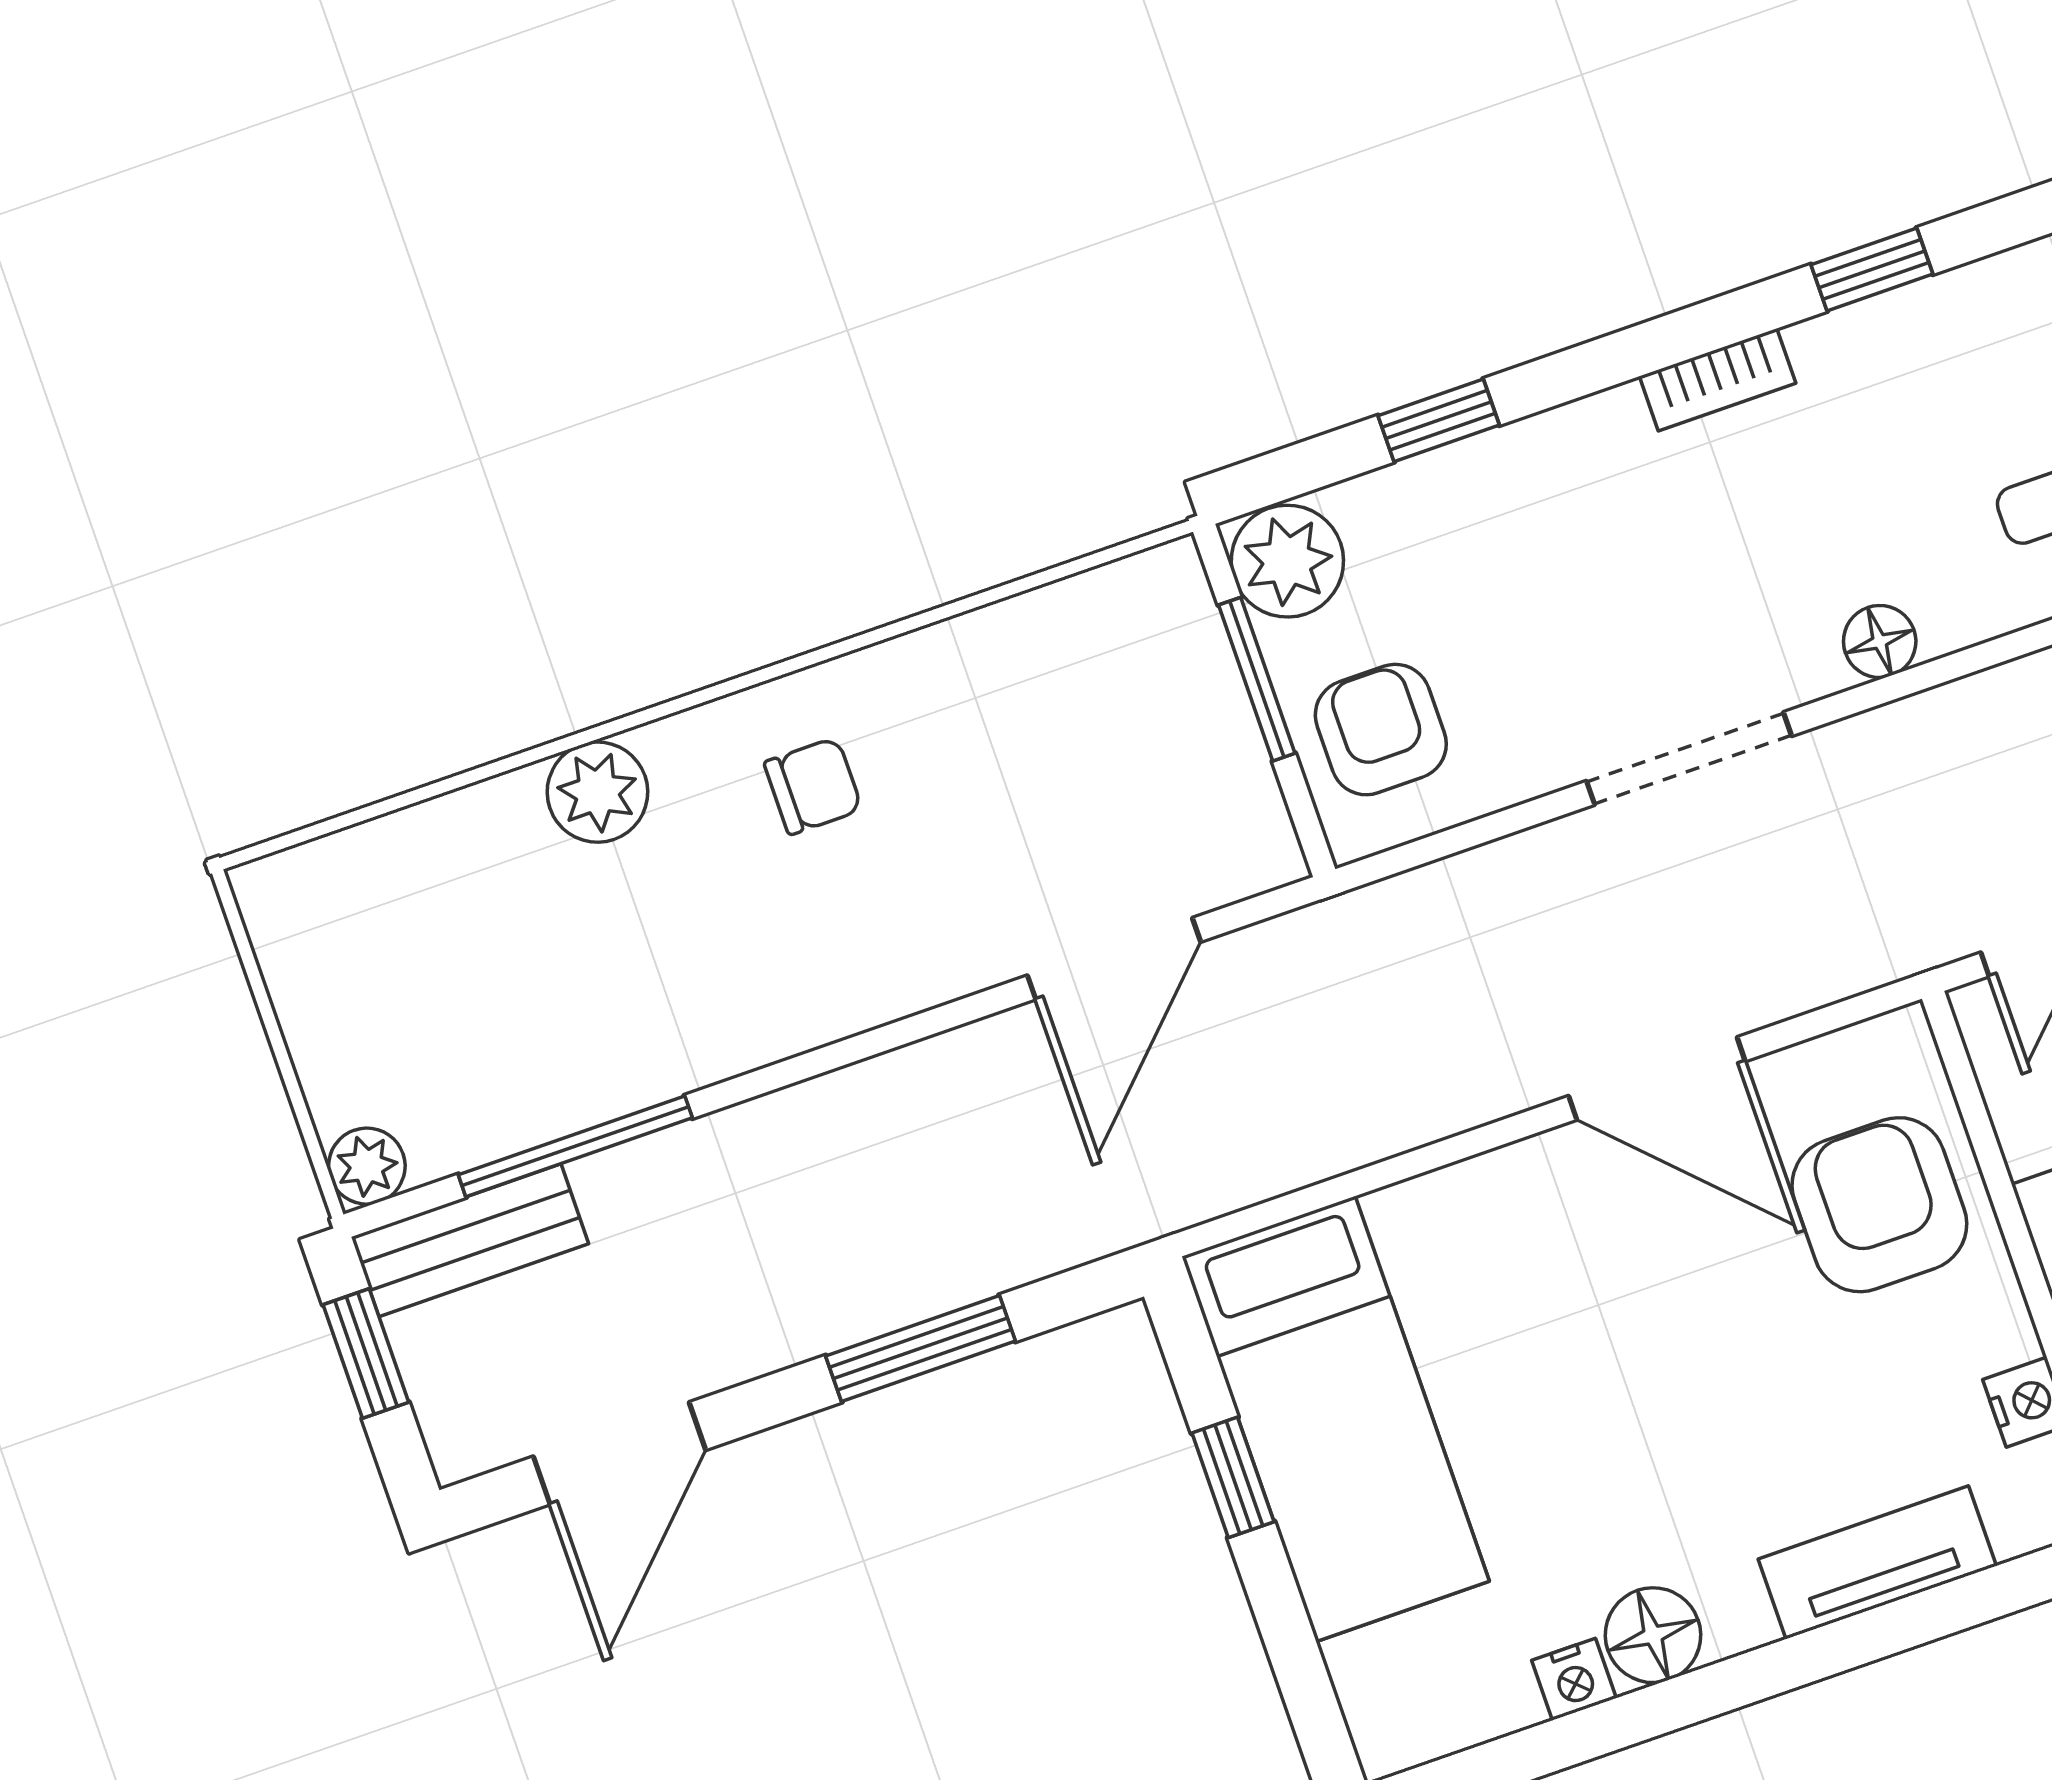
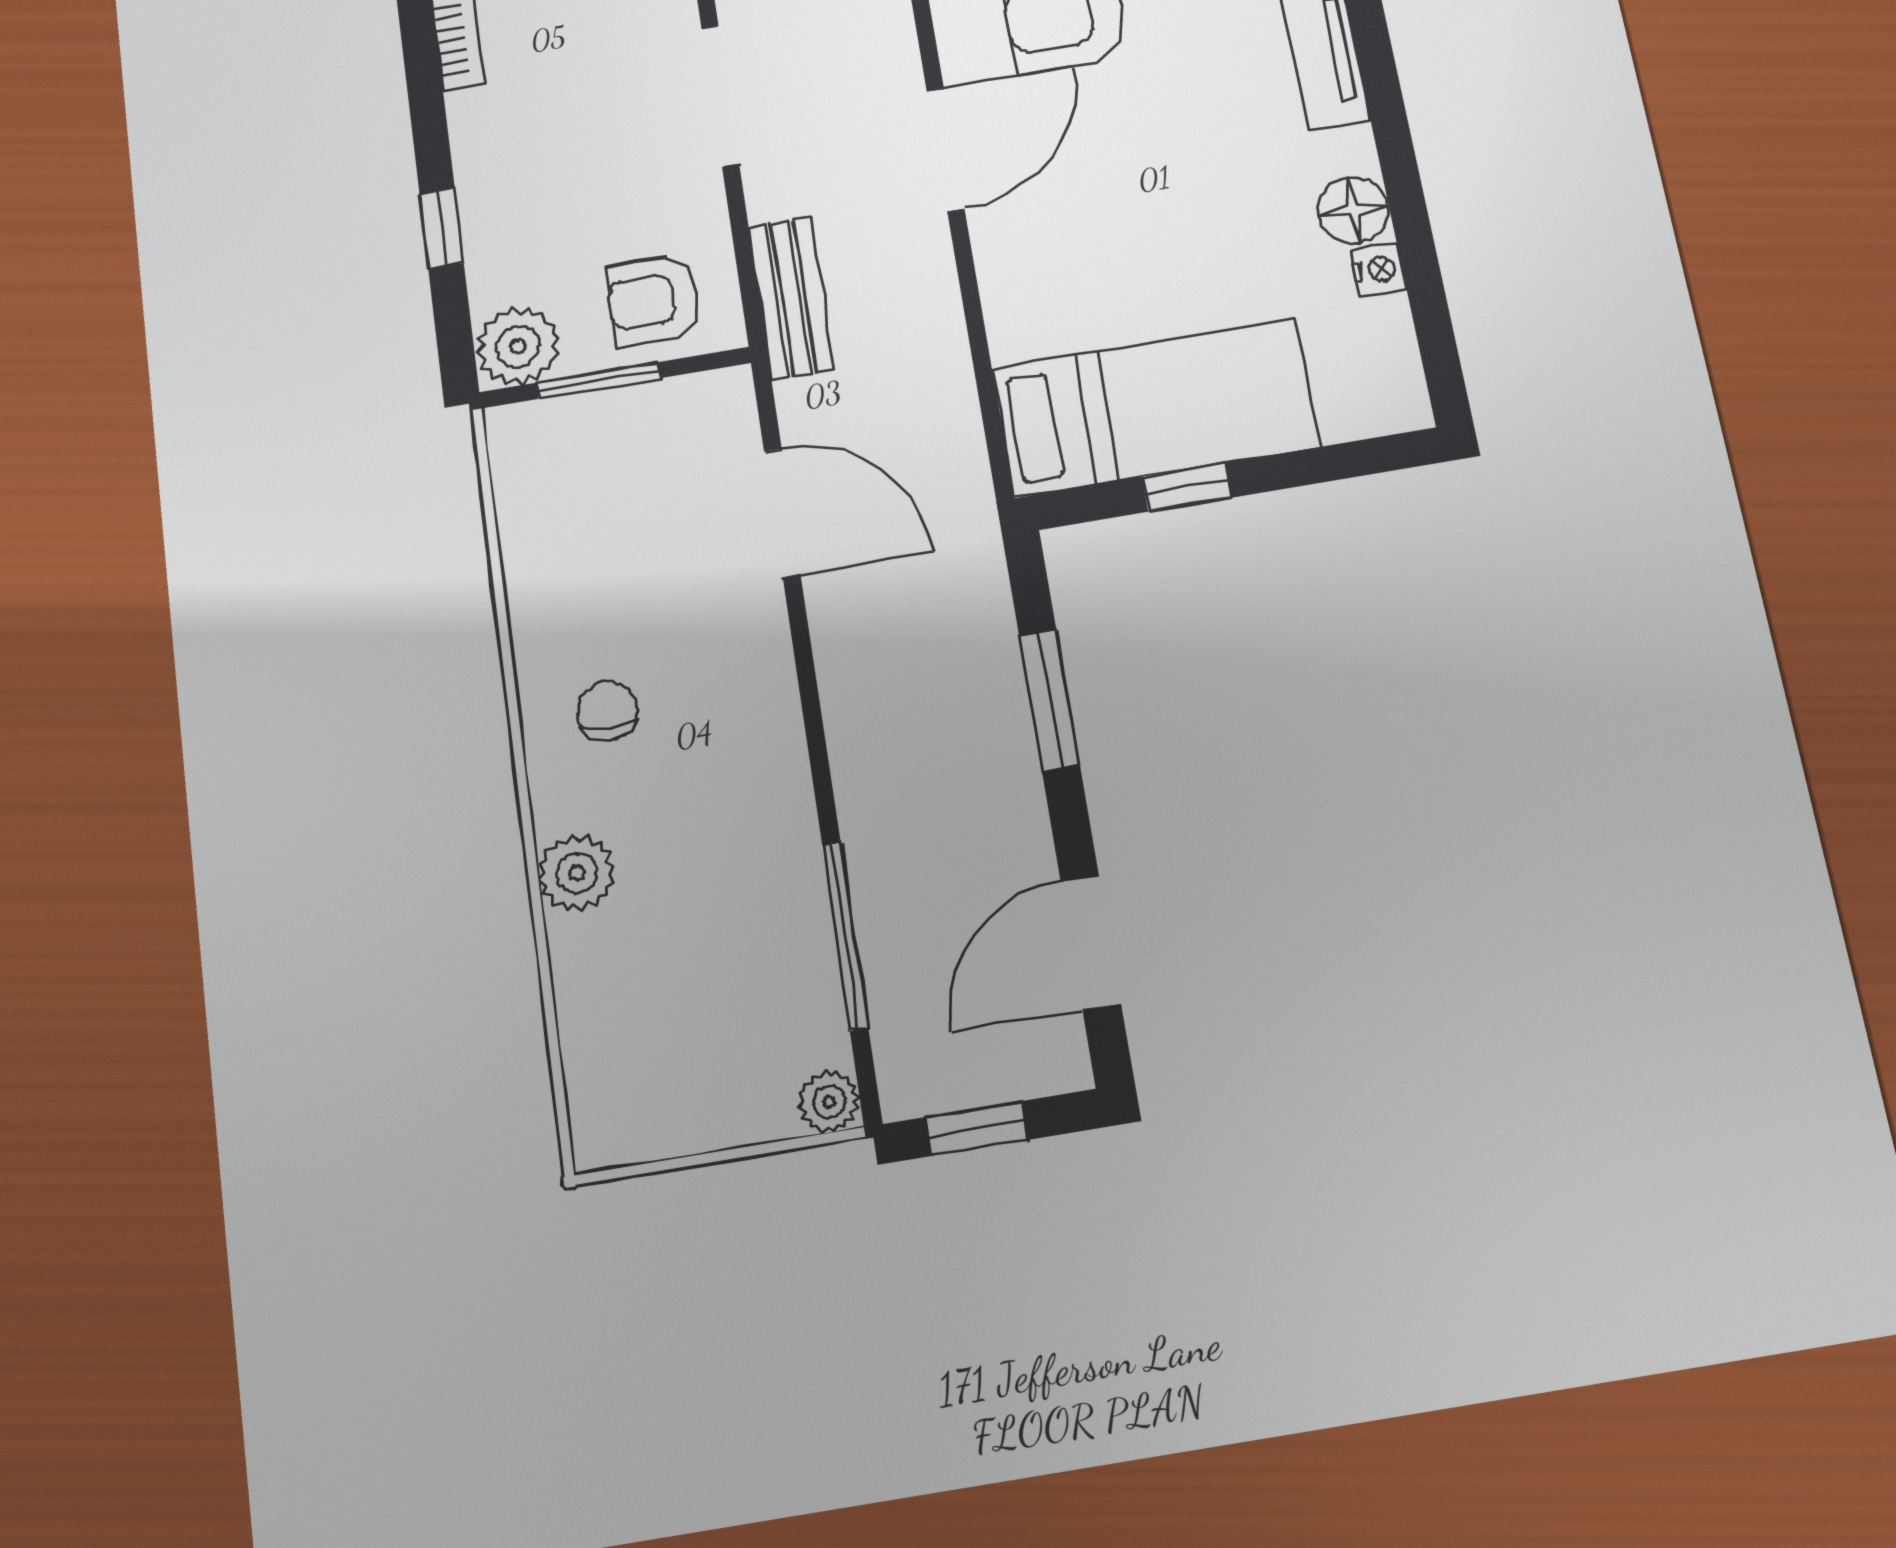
bench: (470, 1240) -> (791, 298), moved
door: (620, 1453) -> (1091, 942), swing flipped

